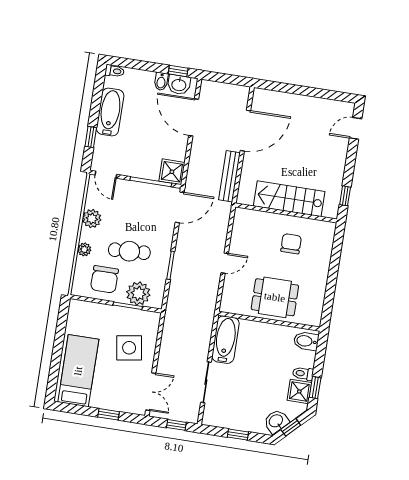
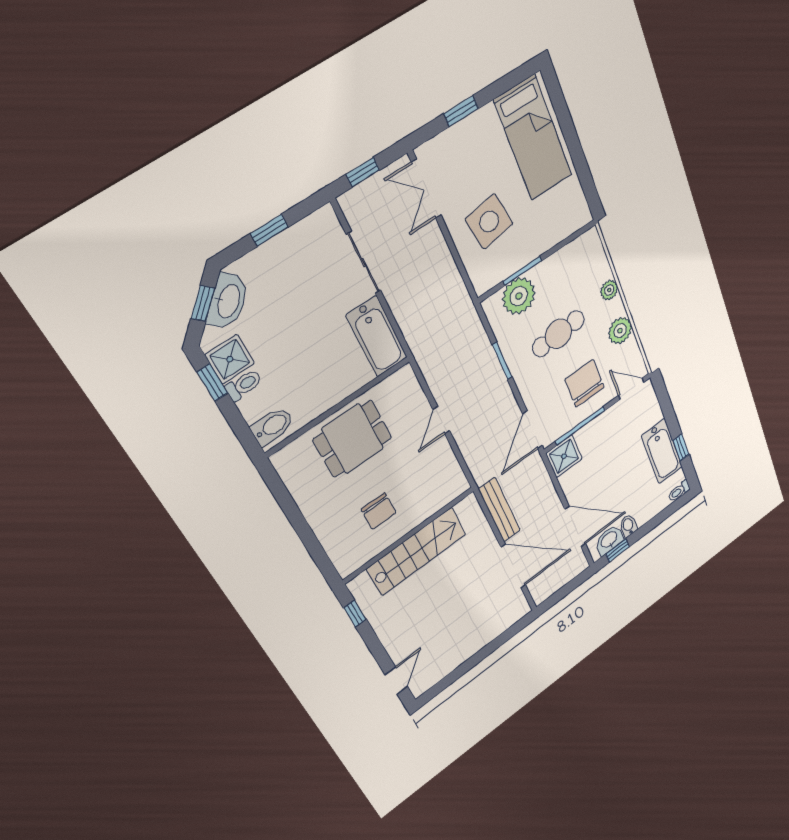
door: (245, 131) -> (513, 566), swing flipped
window: (91, 137) -> (681, 447), moved
chair: (104, 279) -> (585, 383), moved
washbasin: (276, 421) -> (228, 301), width x1.38

